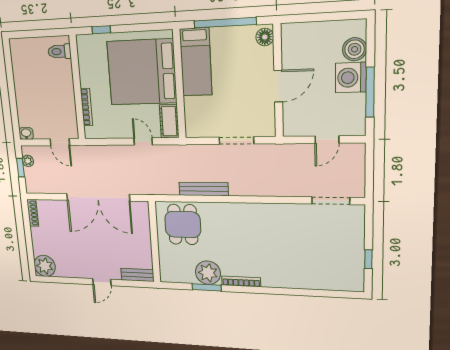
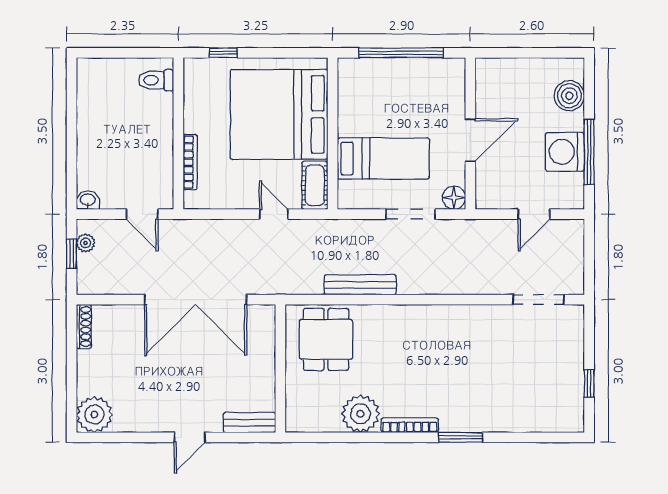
floor lamp: (265, 37) -> (454, 198), moved
bed: (196, 62) -> (383, 158), moved, turned -90
washing machine: (351, 78) -> (565, 152), moved
window: (207, 287) -> (461, 437), moved

